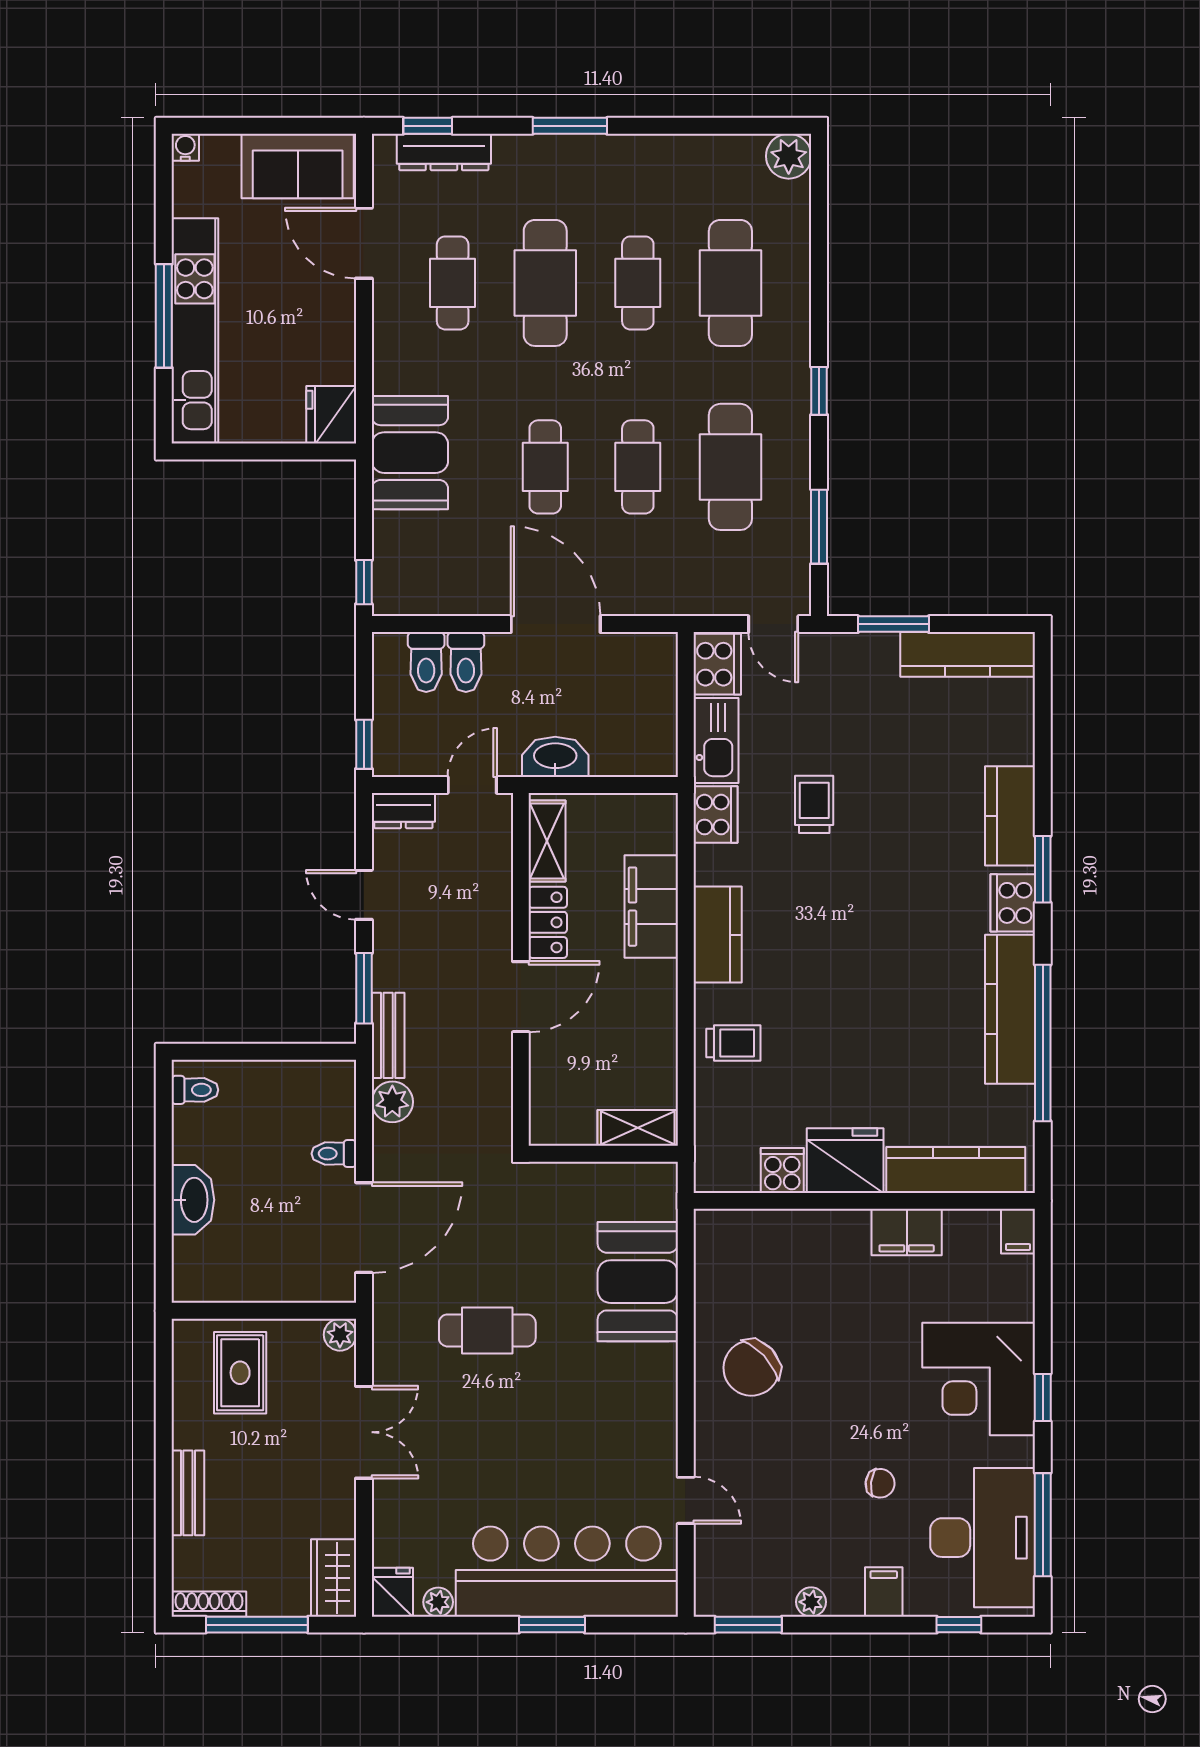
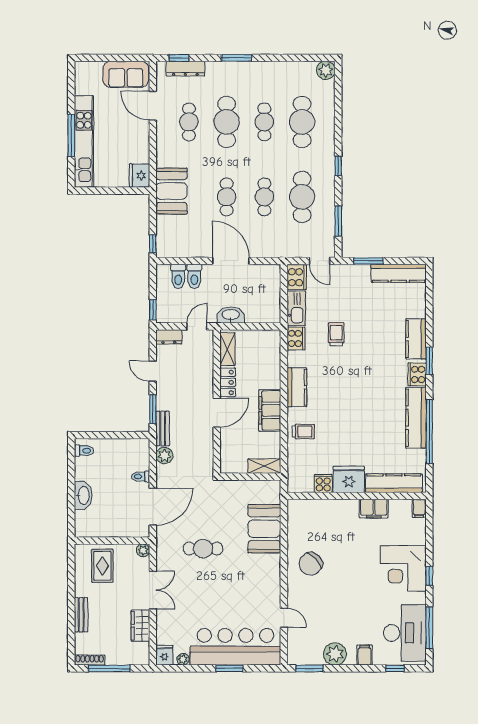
water cooler: (185, 147) -> (80, 67), removed
filing cabinet: (651, 907) -> (270, 410), moved
chair: (880, 1483) -> (363, 611), removed
wardrobe: (334, 1578) -> (140, 626), moved
plant: (811, 1602) -> (335, 654), width x1.87, depth x1.87

